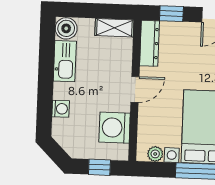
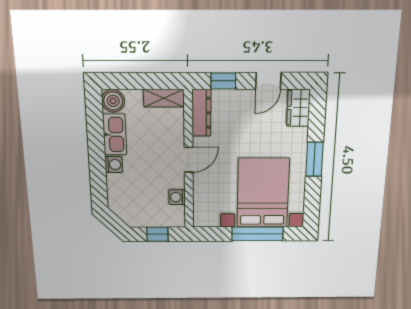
washing machine: (61, 109) -> (114, 165), moved
washing machine: (115, 128) -> (177, 197), width x0.53, depth x0.53
plant: (155, 154) -> (211, 220), removed

